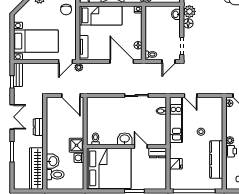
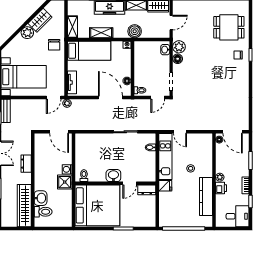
door: (141, 146) -> (130, 183), swing flipped
washing machine: (79, 158) -> (67, 169), moved
fridge: (176, 164) -> (165, 186), moved

